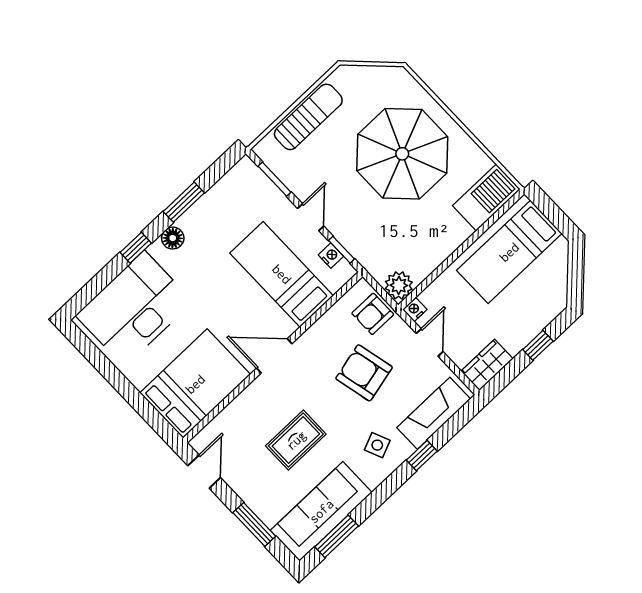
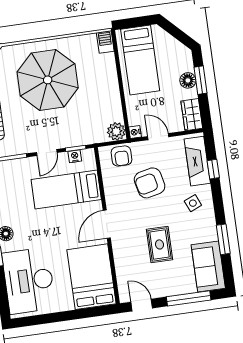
barbecue: (486, 197) -> (105, 42), width x0.53, depth x0.65
door: (311, 217) -> (47, 152), swing flipped
floor lamp: (526, 330) -> (188, 80), added
window: (538, 345) -> (201, 80), width x1.50
window: (422, 456) -> (213, 169), moved
sofa: (321, 511) -> (208, 267), width x0.73
window: (254, 524) -> (189, 298), width x1.44
window: (337, 536) -> (223, 239), moved

